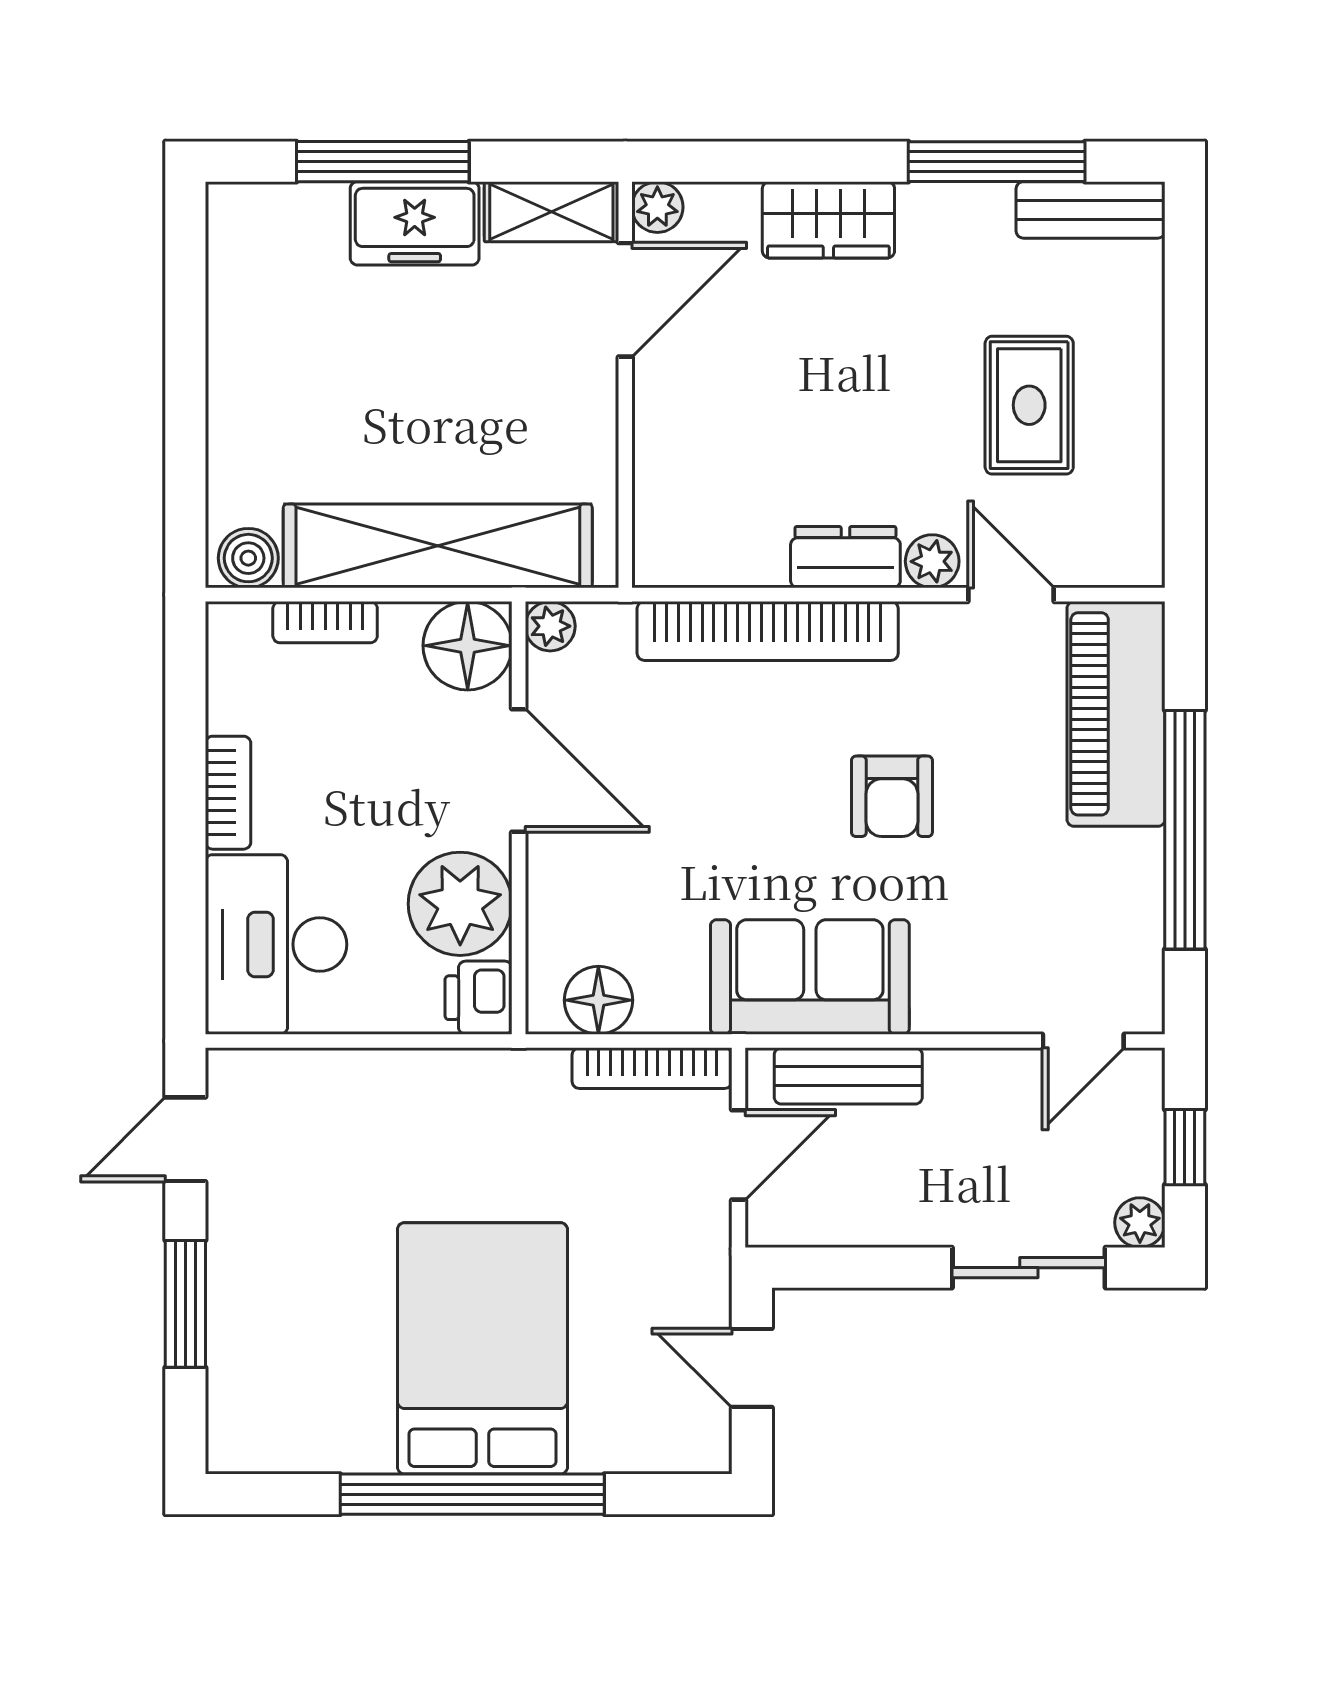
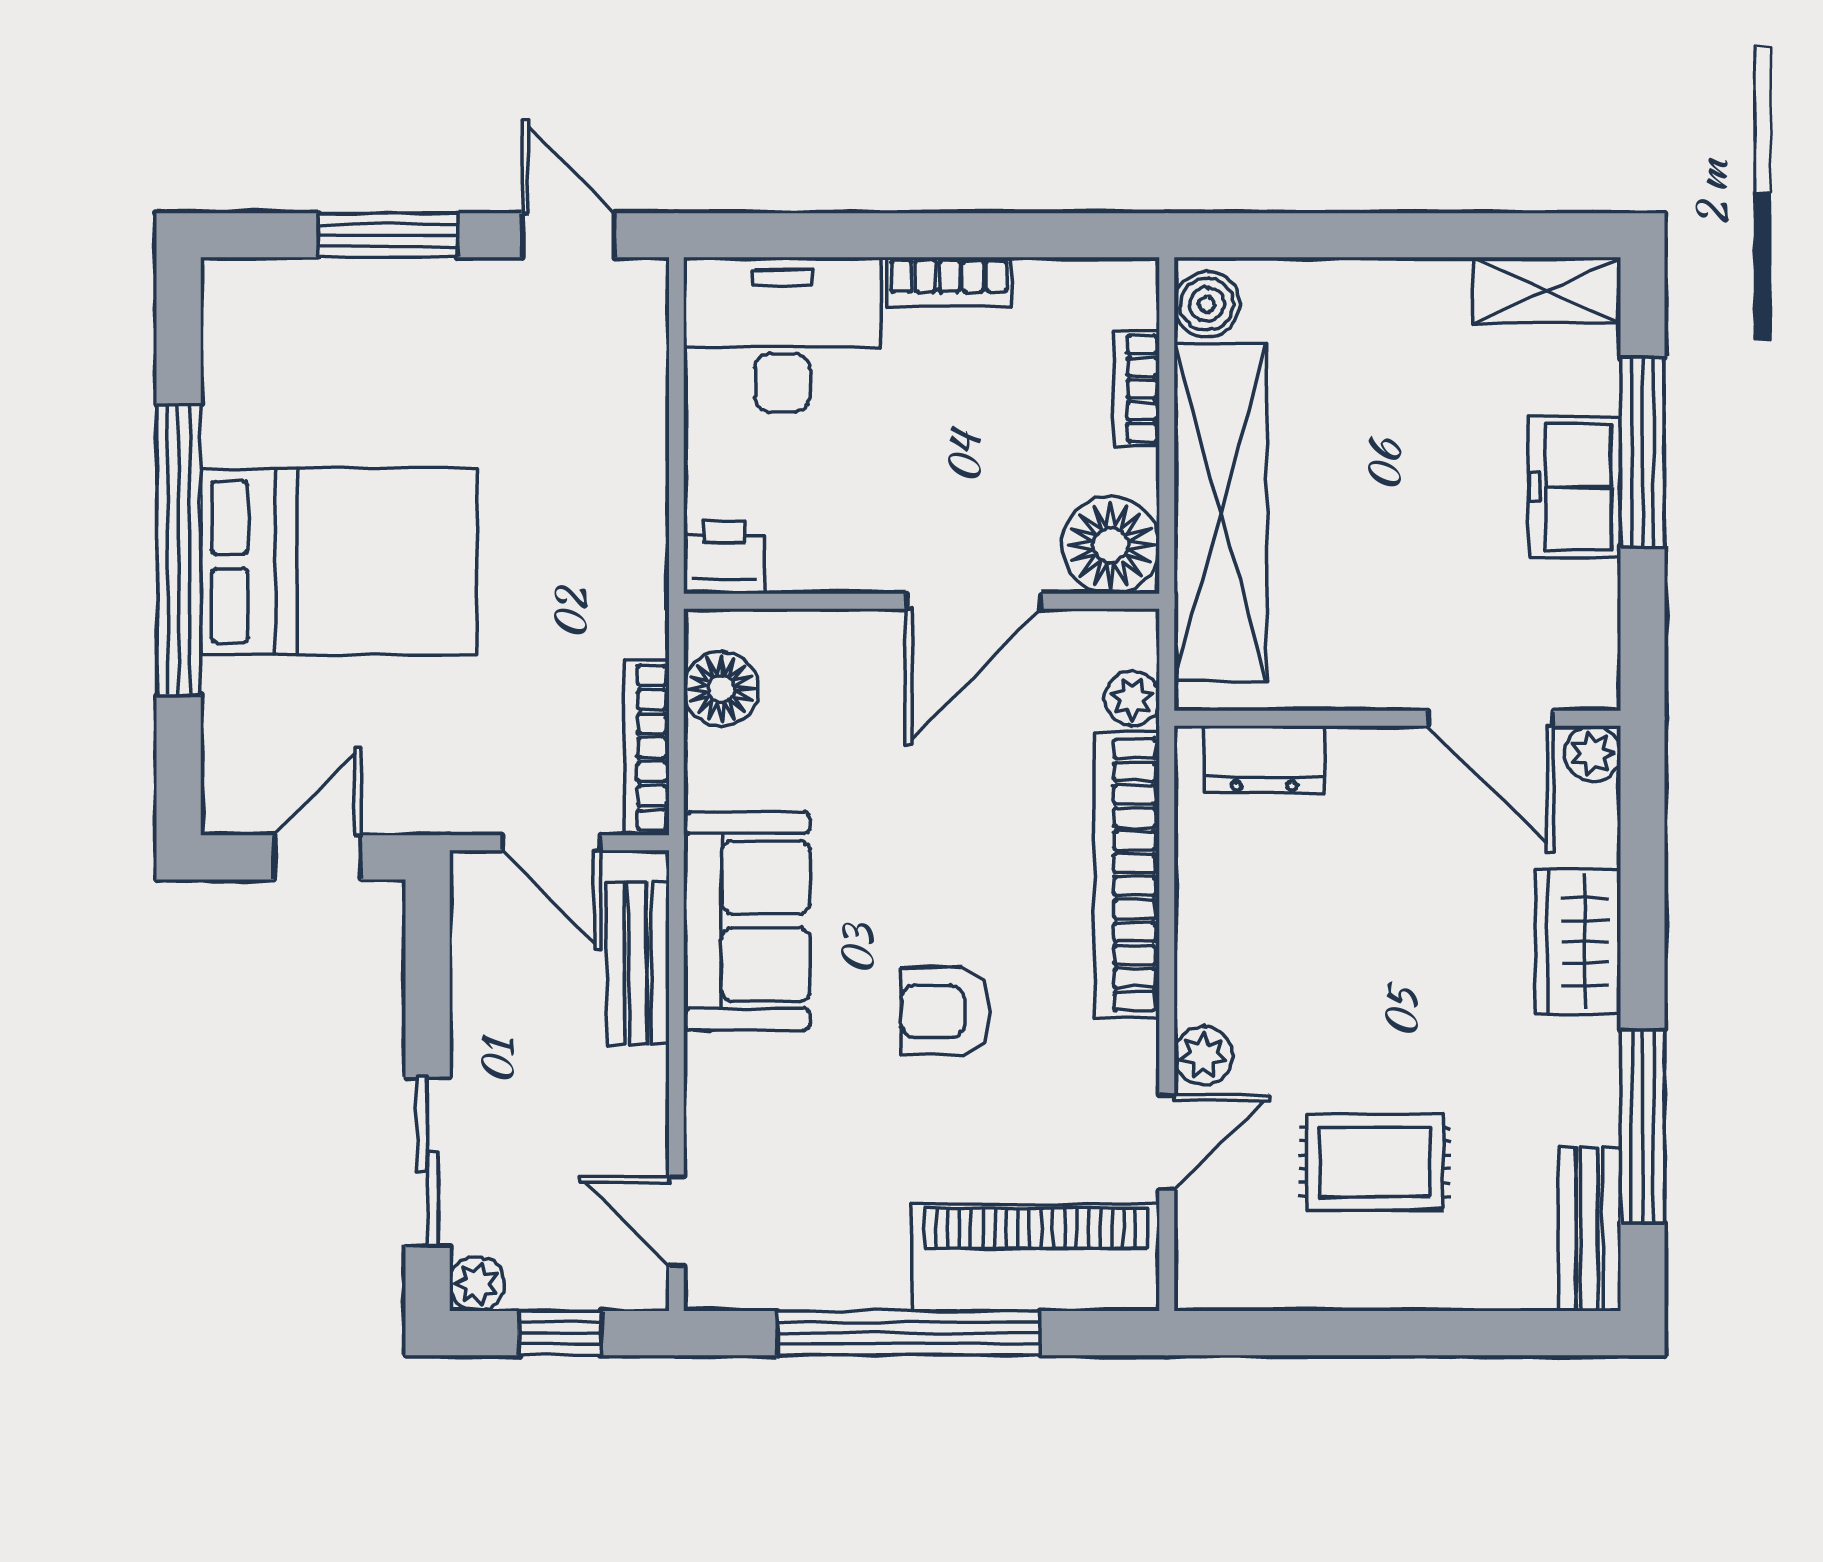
shelving: (551, 212) -> (1547, 290), moved, turned 90
dresser: (845, 557) -> (1264, 759), moved, turned 90
plant: (550, 626) -> (1132, 698), moved
plant: (460, 904) -> (827, 537), removed

